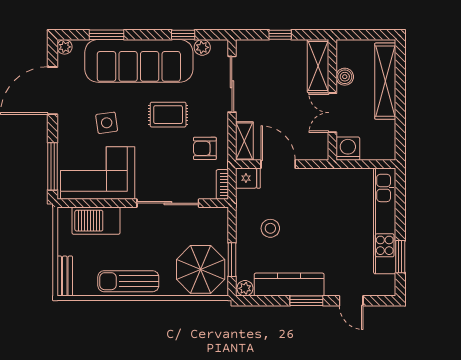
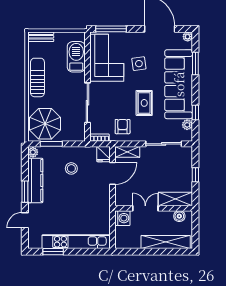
boiler: (345, 77) -> (179, 216), moved

